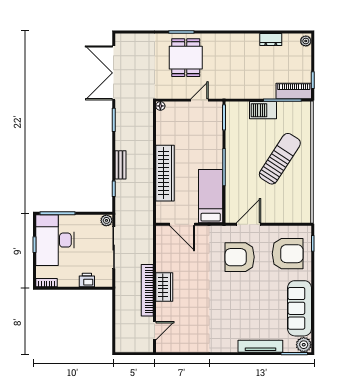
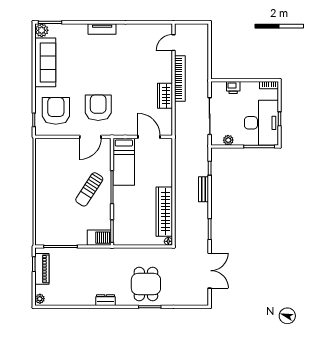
dresser: (271, 39) -> (105, 300), moved
double door: (114, 73) -> (210, 271), width x0.73
piano: (294, 91) -> (42, 269), moved, turned -90
door: (199, 100) -> (134, 246), removed
barbecue: (263, 110) -> (99, 238), moved
sun lounger: (280, 159) -> (89, 189), moved, width x0.73, depth x0.75
wardrobe: (165, 173) -> (164, 212), moved
plant: (106, 220) -> (228, 140), moved
armchair: (288, 254) -> (56, 111), turned 90
armchair: (240, 257) -> (98, 108), turned -90
wardrobe: (164, 287) -> (165, 96), moved
tv unit: (260, 346) -> (102, 29), moved, width x0.71

